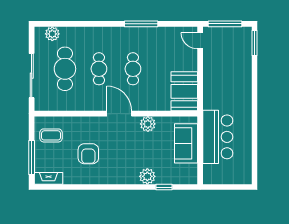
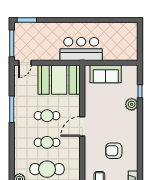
booth: (184, 91) -> (59, 80), width x1.36, depth x1.42
plant: (148, 124) -> (90, 104), removed
bar counter: (218, 137) -> (81, 49), moved
armchair: (88, 154) -> (114, 151), turned 180

